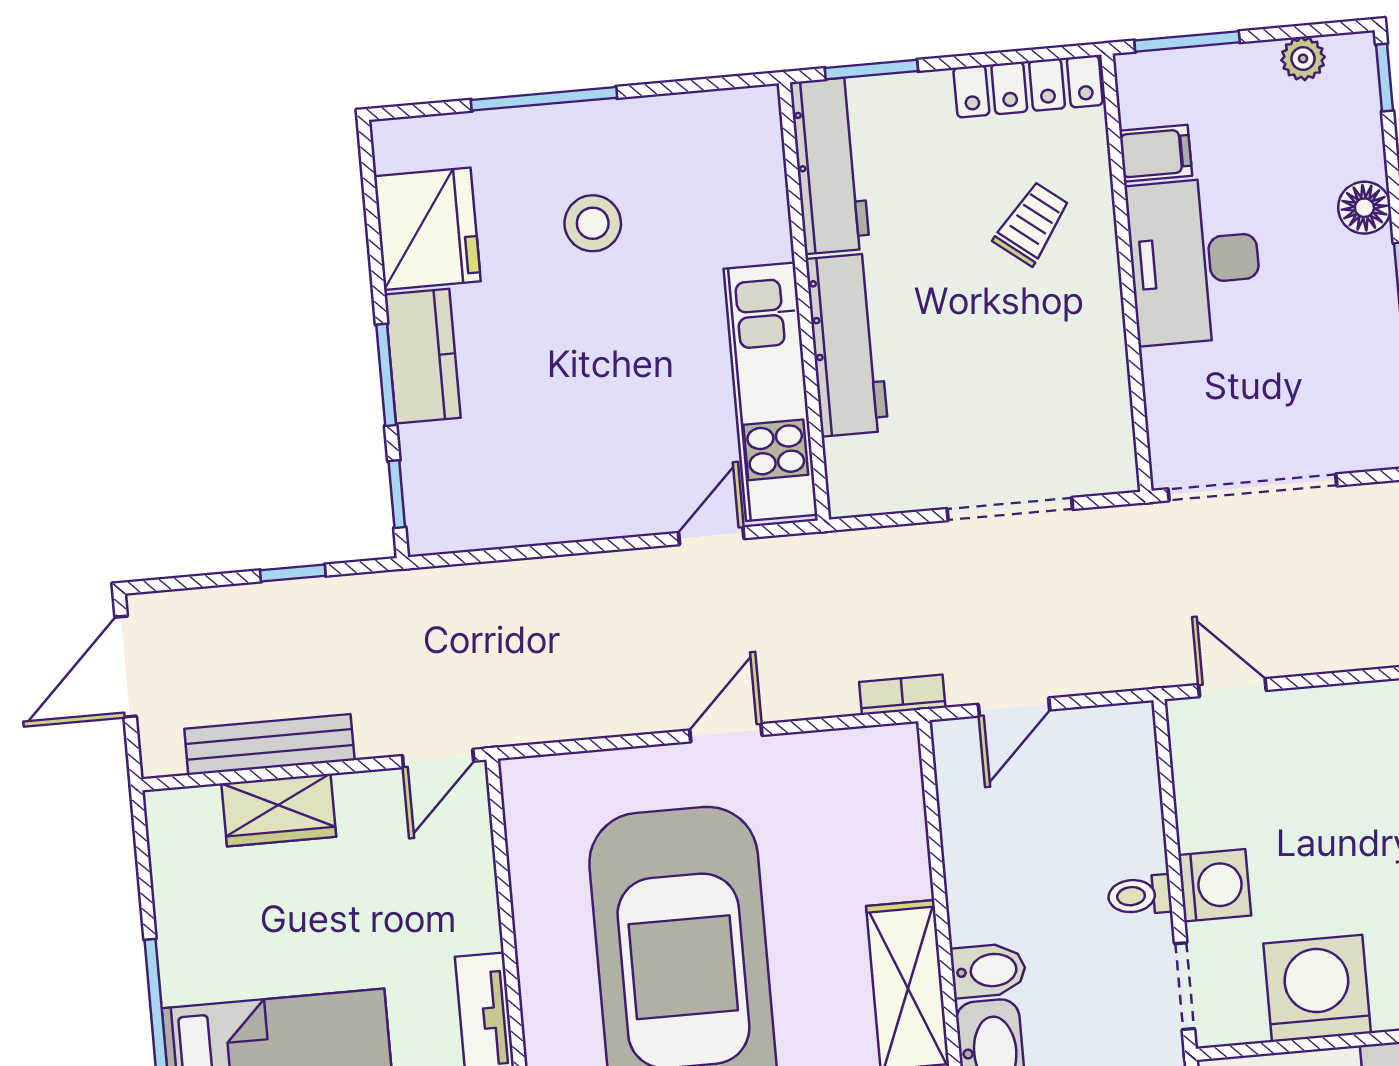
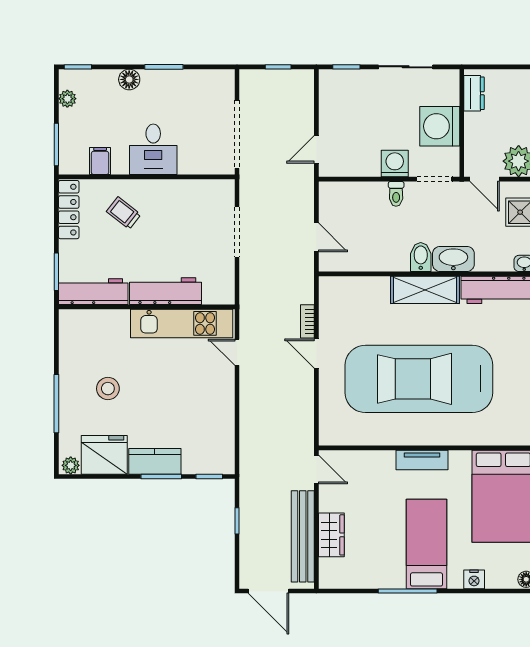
plant: (393, 148) -> (71, 465), added
desk: (1194, 261) -> (153, 149), width x0.73
bookcase: (902, 695) -> (307, 321), moved
bench: (269, 745) -> (303, 536), width x1.37, depth x1.21

